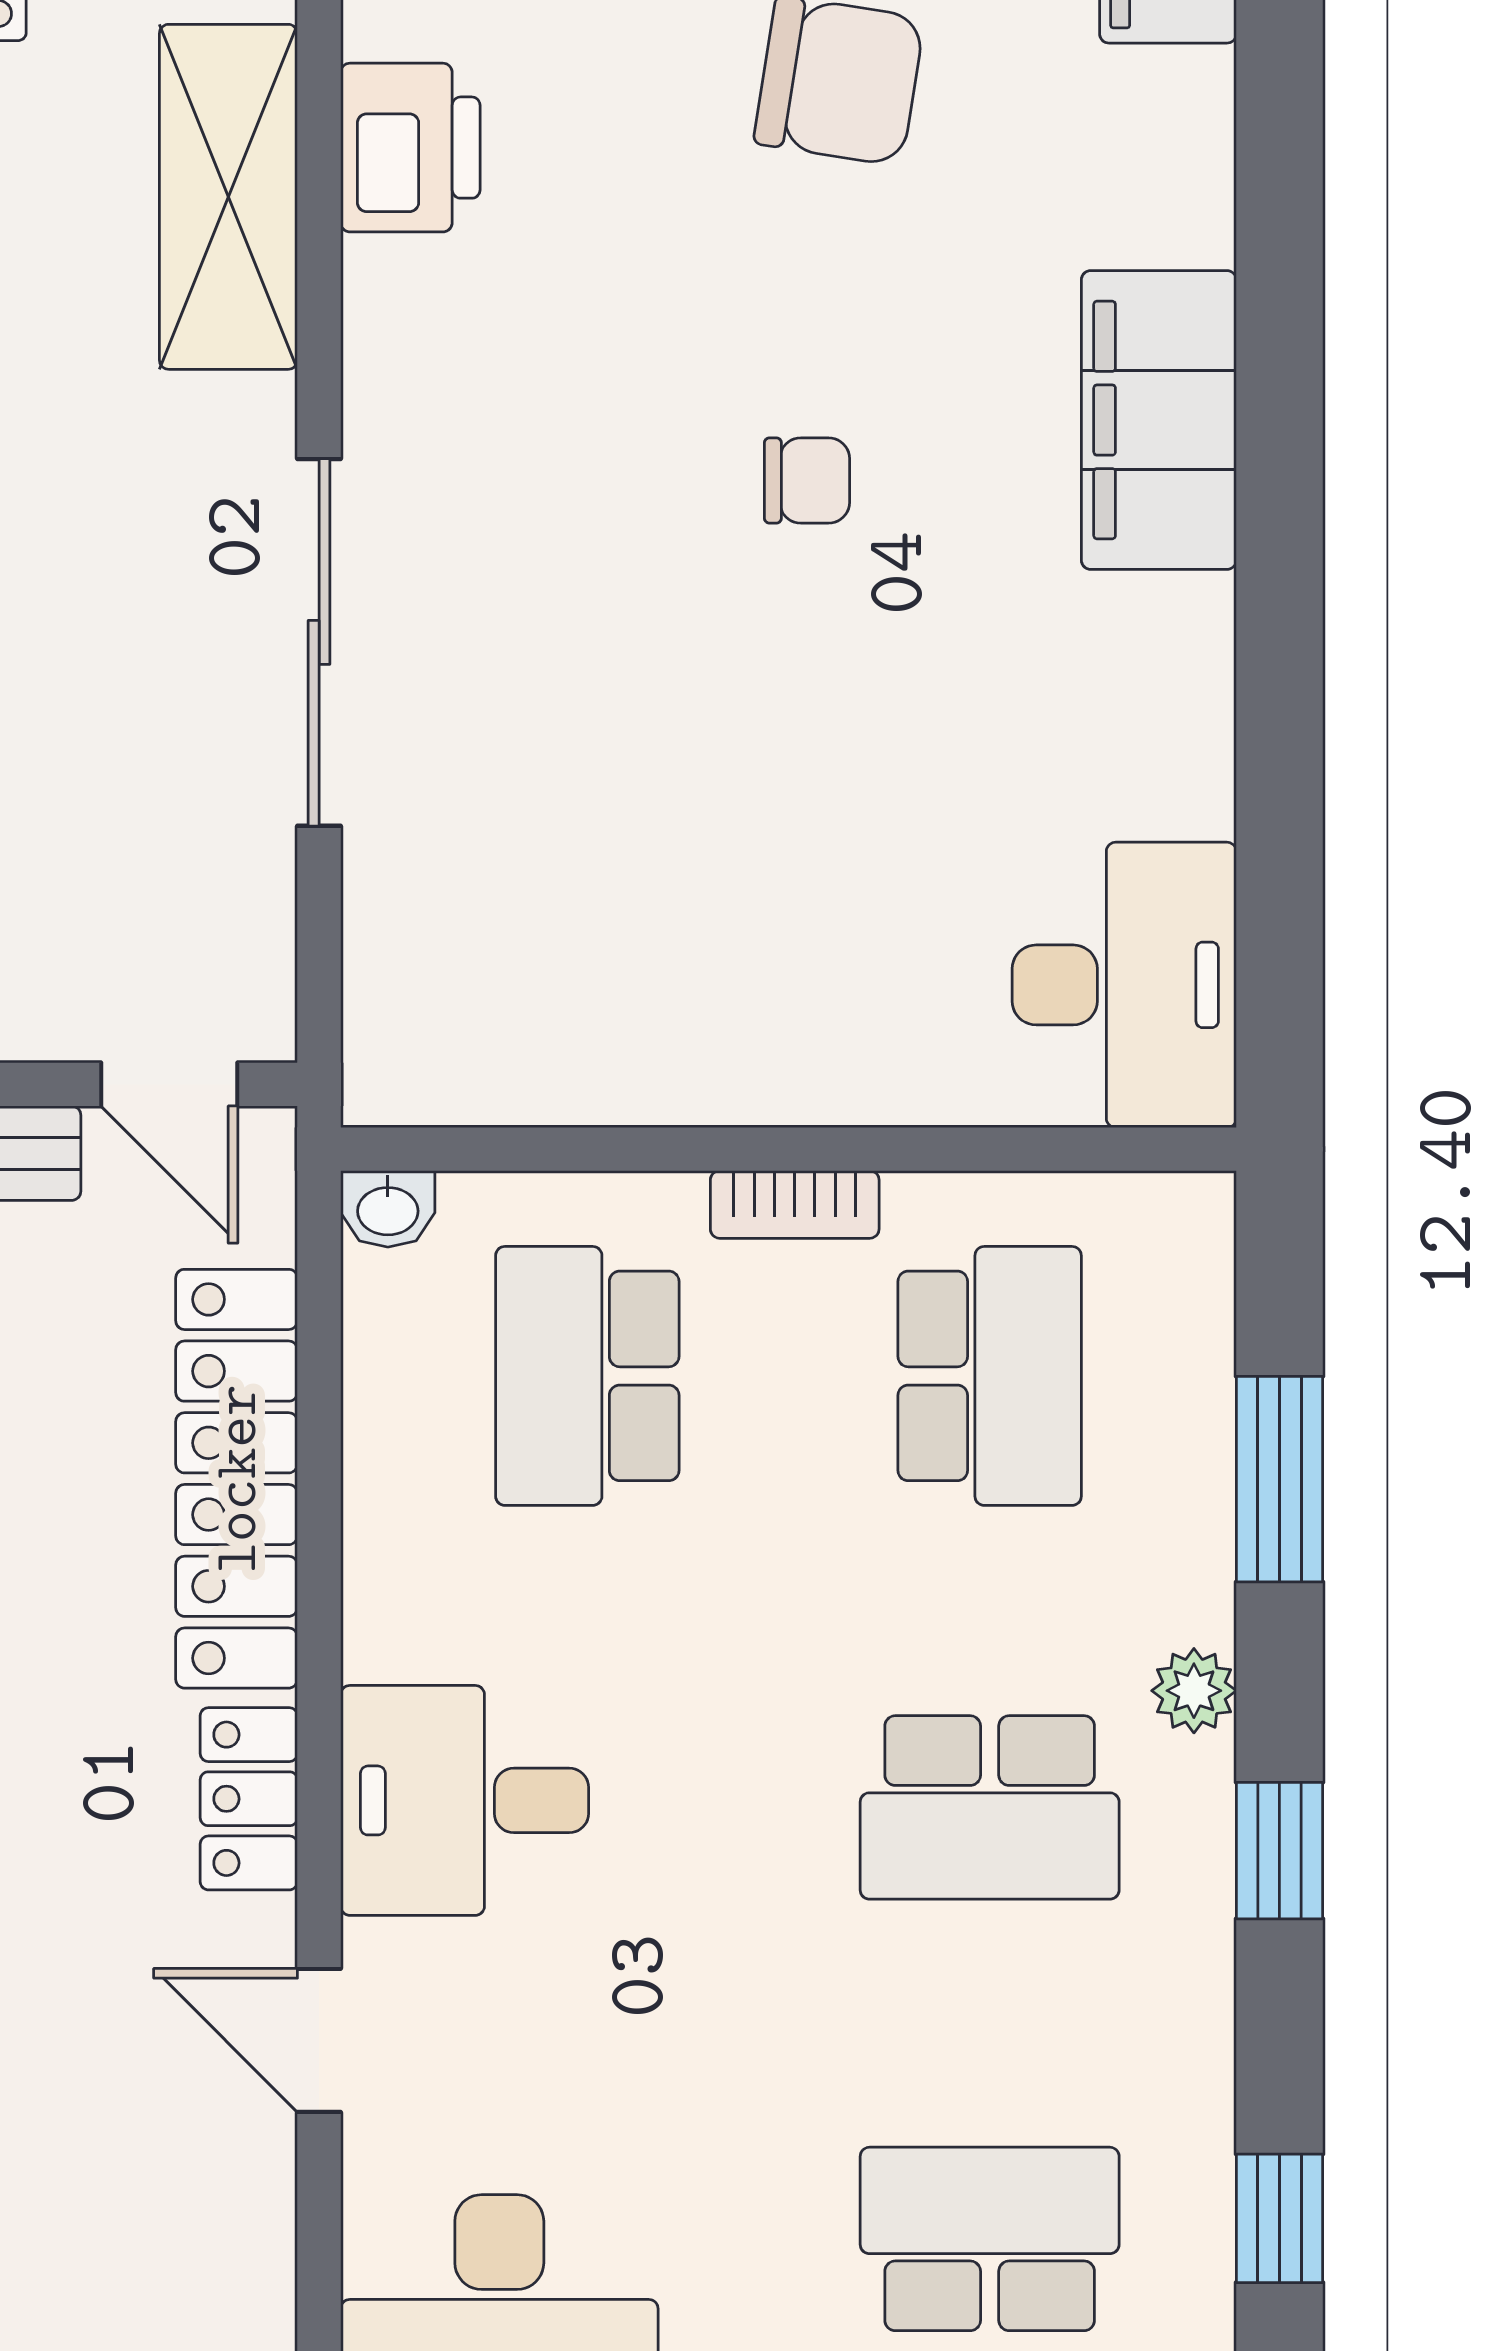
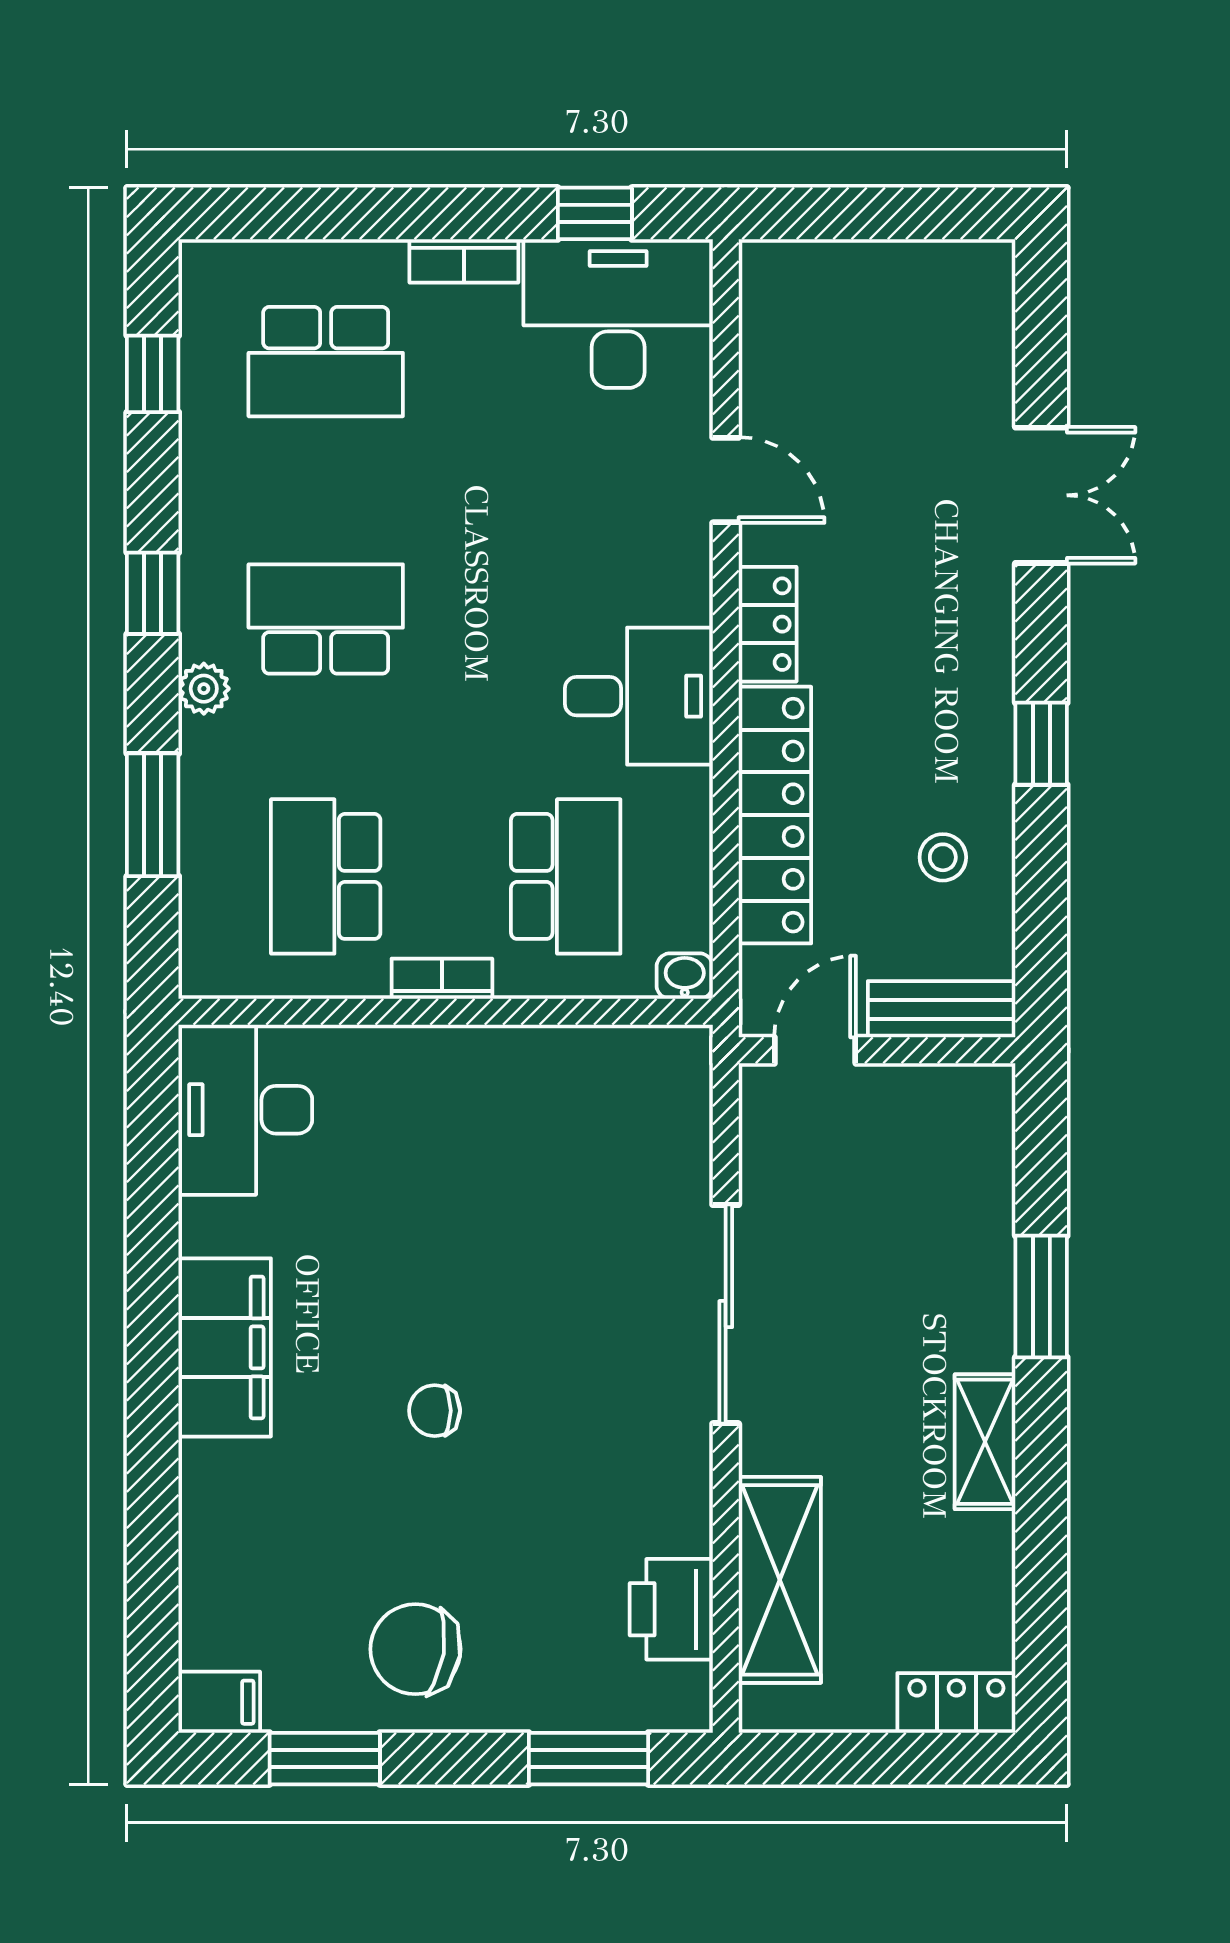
filing cabinet: (1159, 420) -> (225, 1347), moved
door: (169, 1084) -> (815, 1050), hinge flipped
desk: (465, 1800) -> (639, 696), moved

